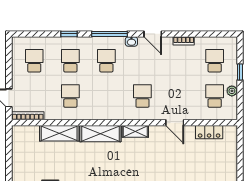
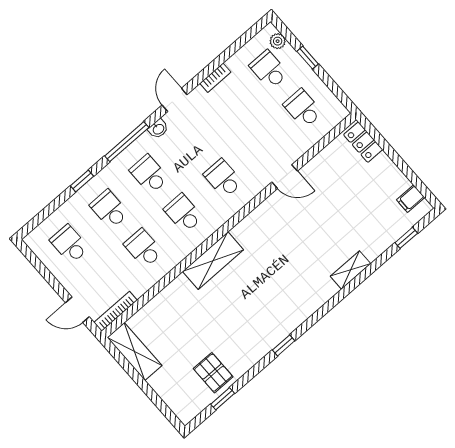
door: (153, 34) -> (175, 100), swing flipped
plant: (232, 91) -> (278, 41), moved
school desk: (106, 96) -> (183, 213), added
shelving: (135, 131) -> (249, 224), removed
locker: (209, 132) -> (363, 142), moved, turned 90
shelving: (59, 133) -> (134, 351), moved, turned 90

